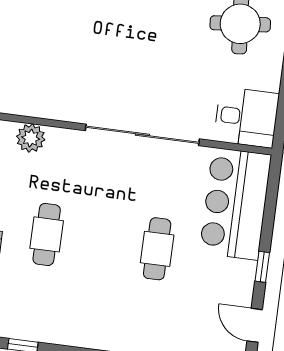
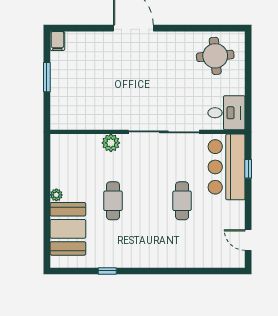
plant: (31, 138) -> (111, 143), moved
window: (262, 267) -> (248, 169), moved

